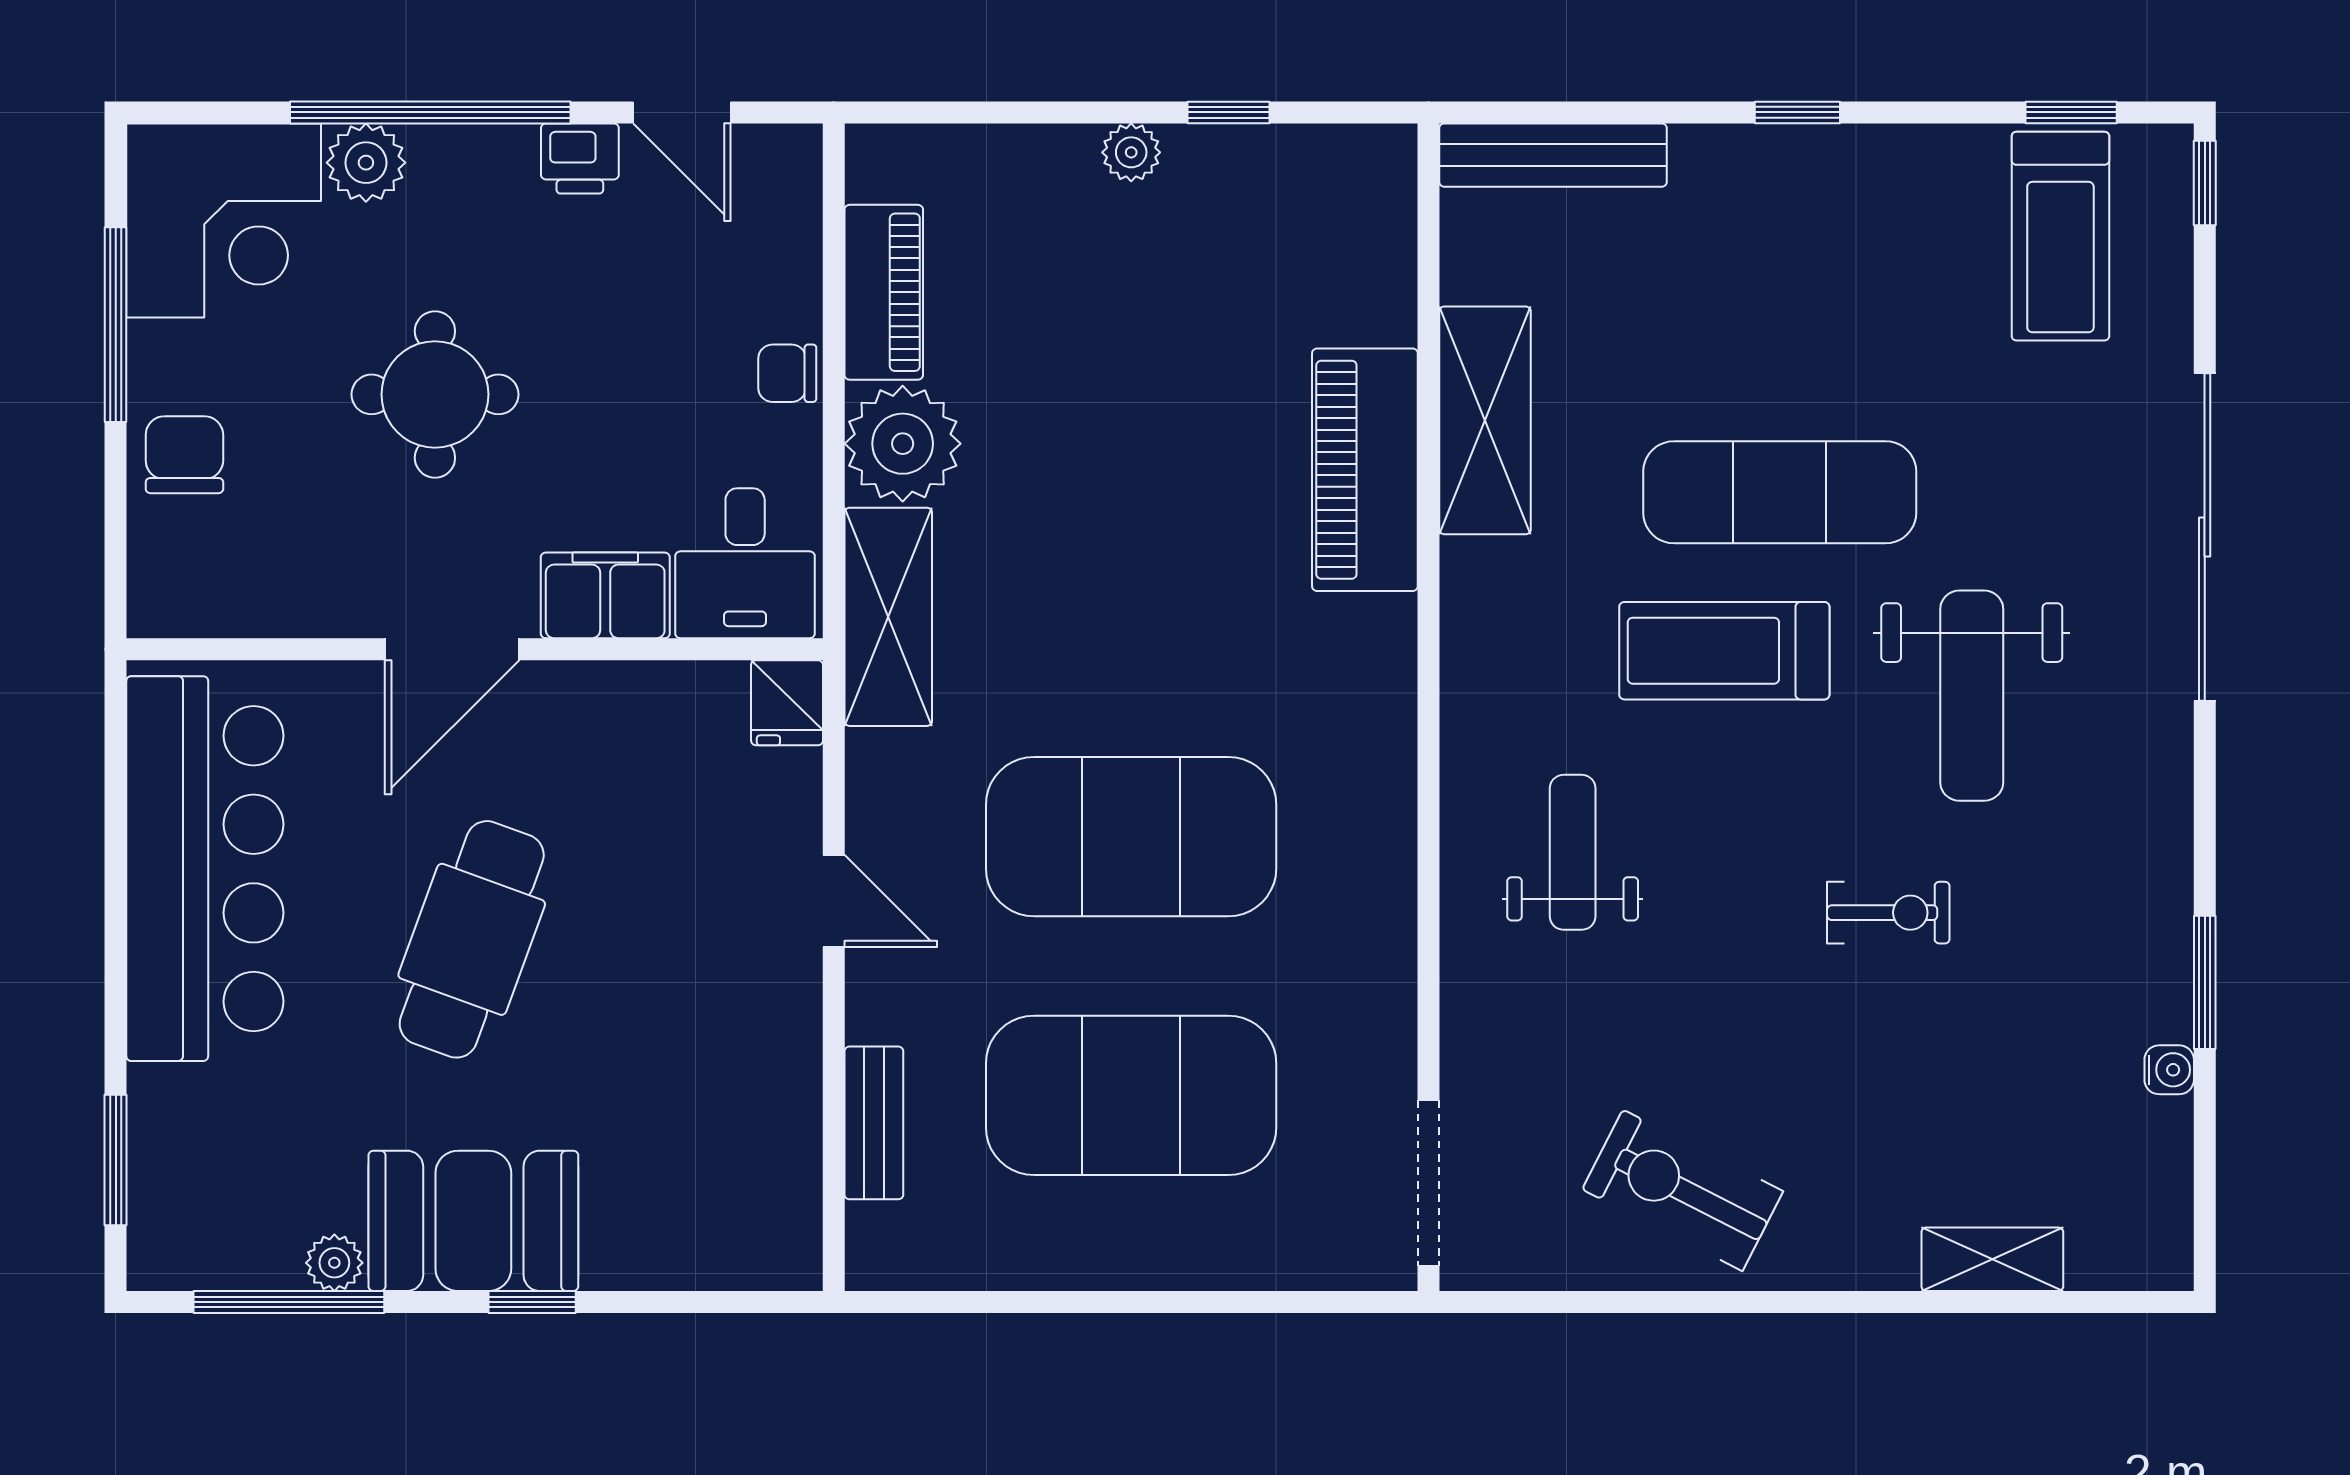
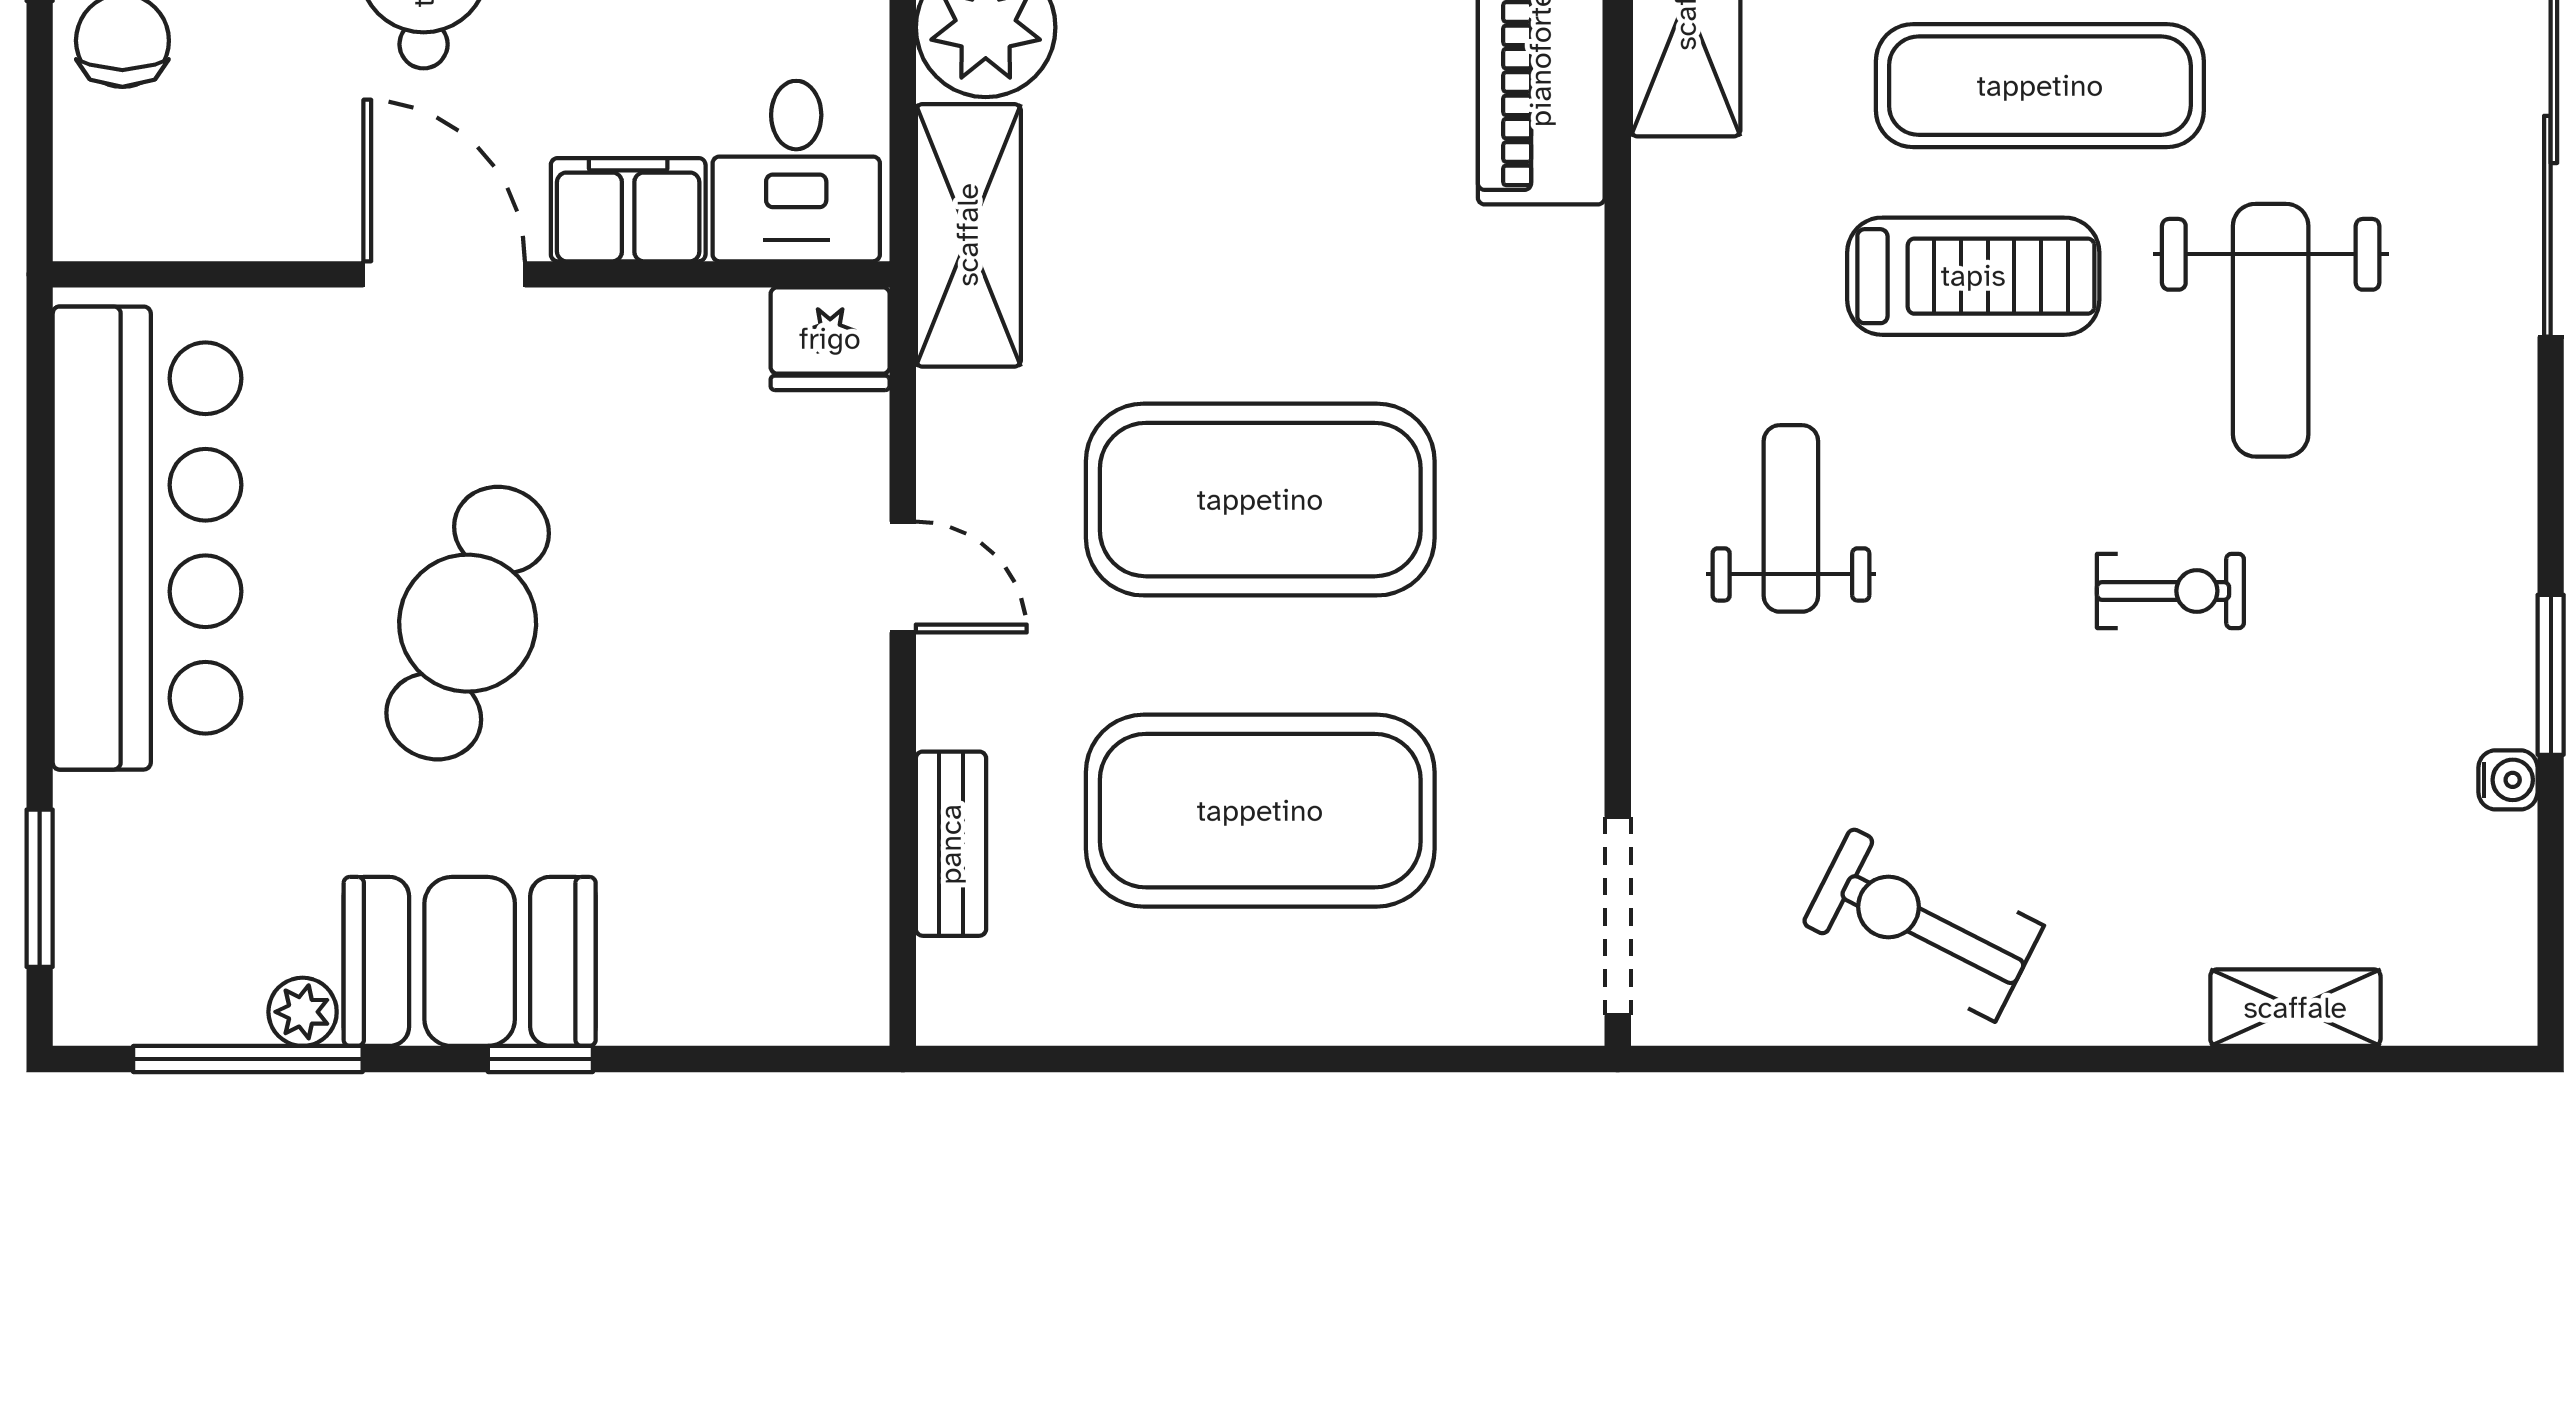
door: (452, 649) -> (444, 274), swing flipped
treadmill: (1724, 651) -> (1973, 276), turned 180
fridge: (787, 703) -> (830, 339), width x1.38

